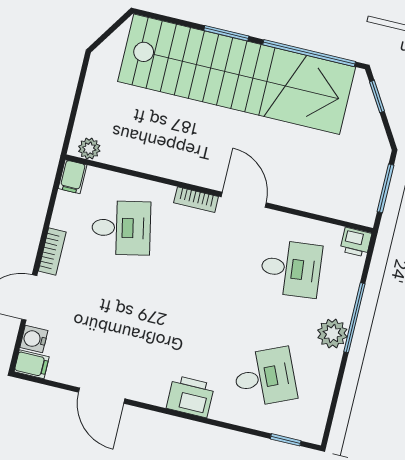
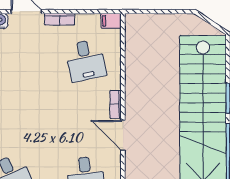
plant: (89, 149) -> (132, 27), removed
door: (244, 200) -> (123, 135), swing flipped

